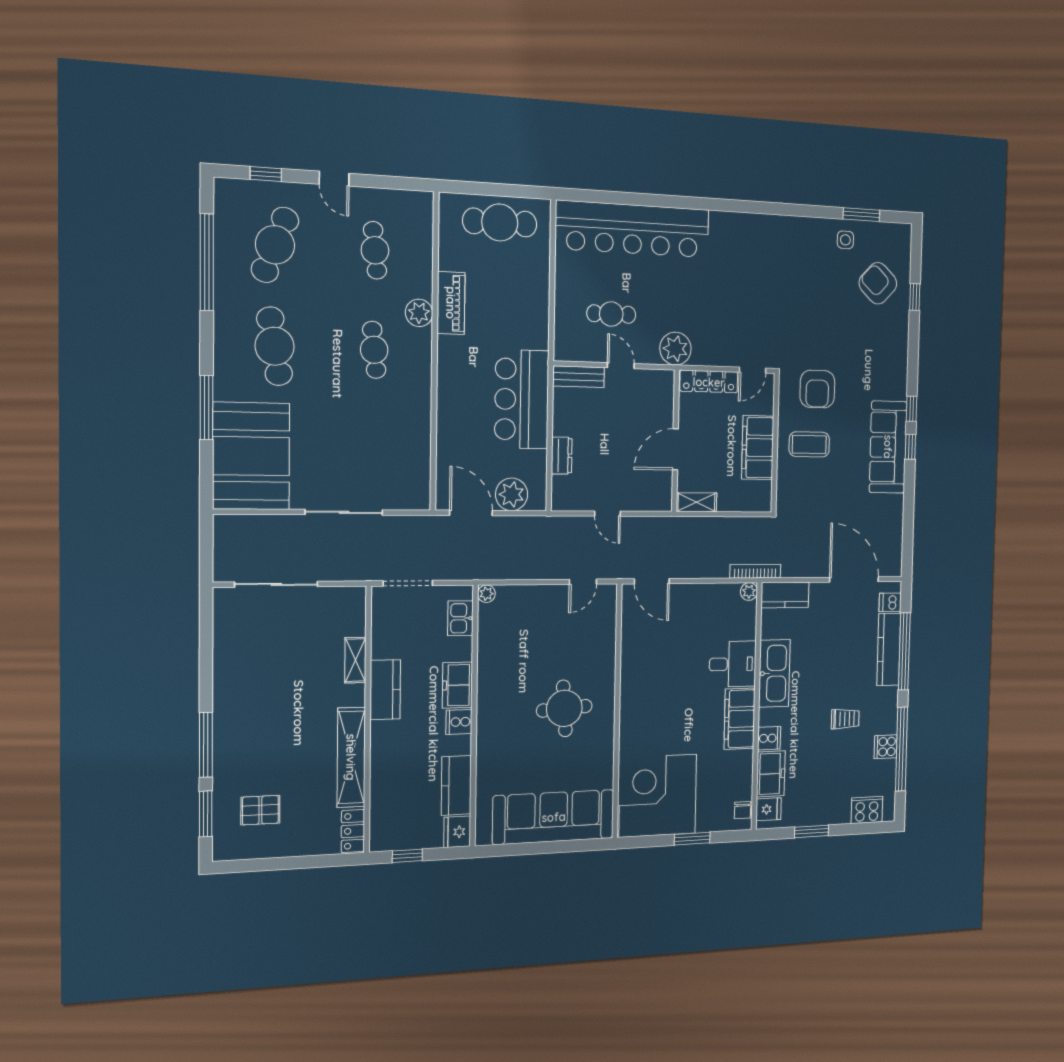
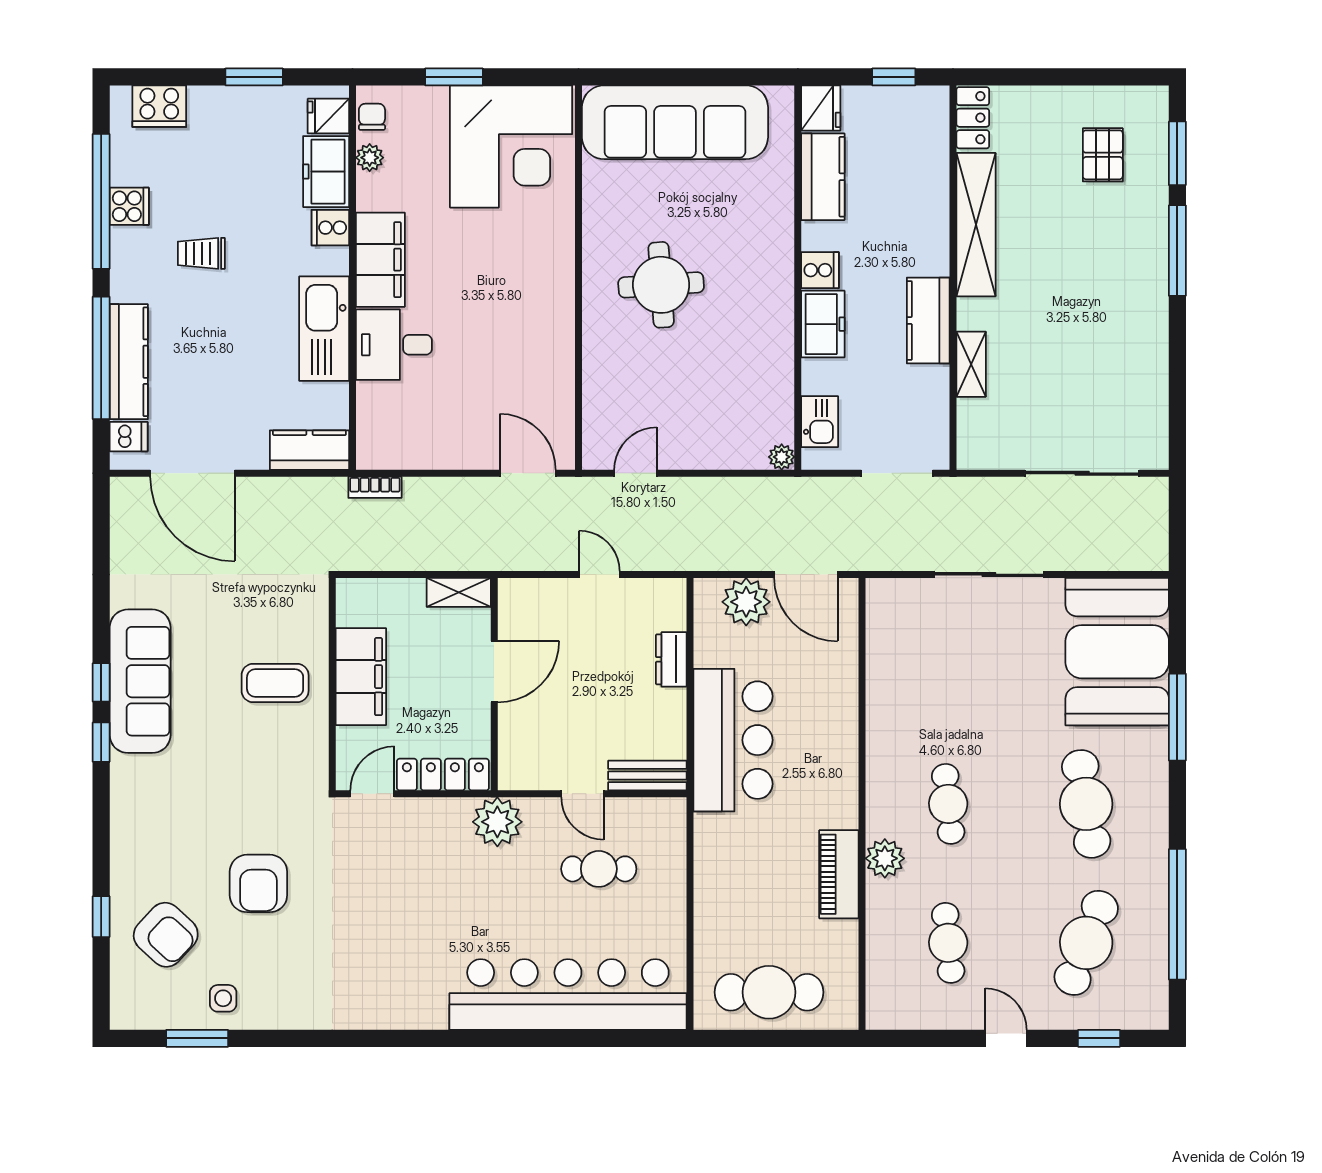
armchair: (817, 389) -> (258, 883), moved, turned 180
bookcase: (755, 571) -> (375, 487), width x0.64
plant: (749, 592) -> (370, 158), moved
pallet: (260, 810) -> (1103, 155), turned 90

